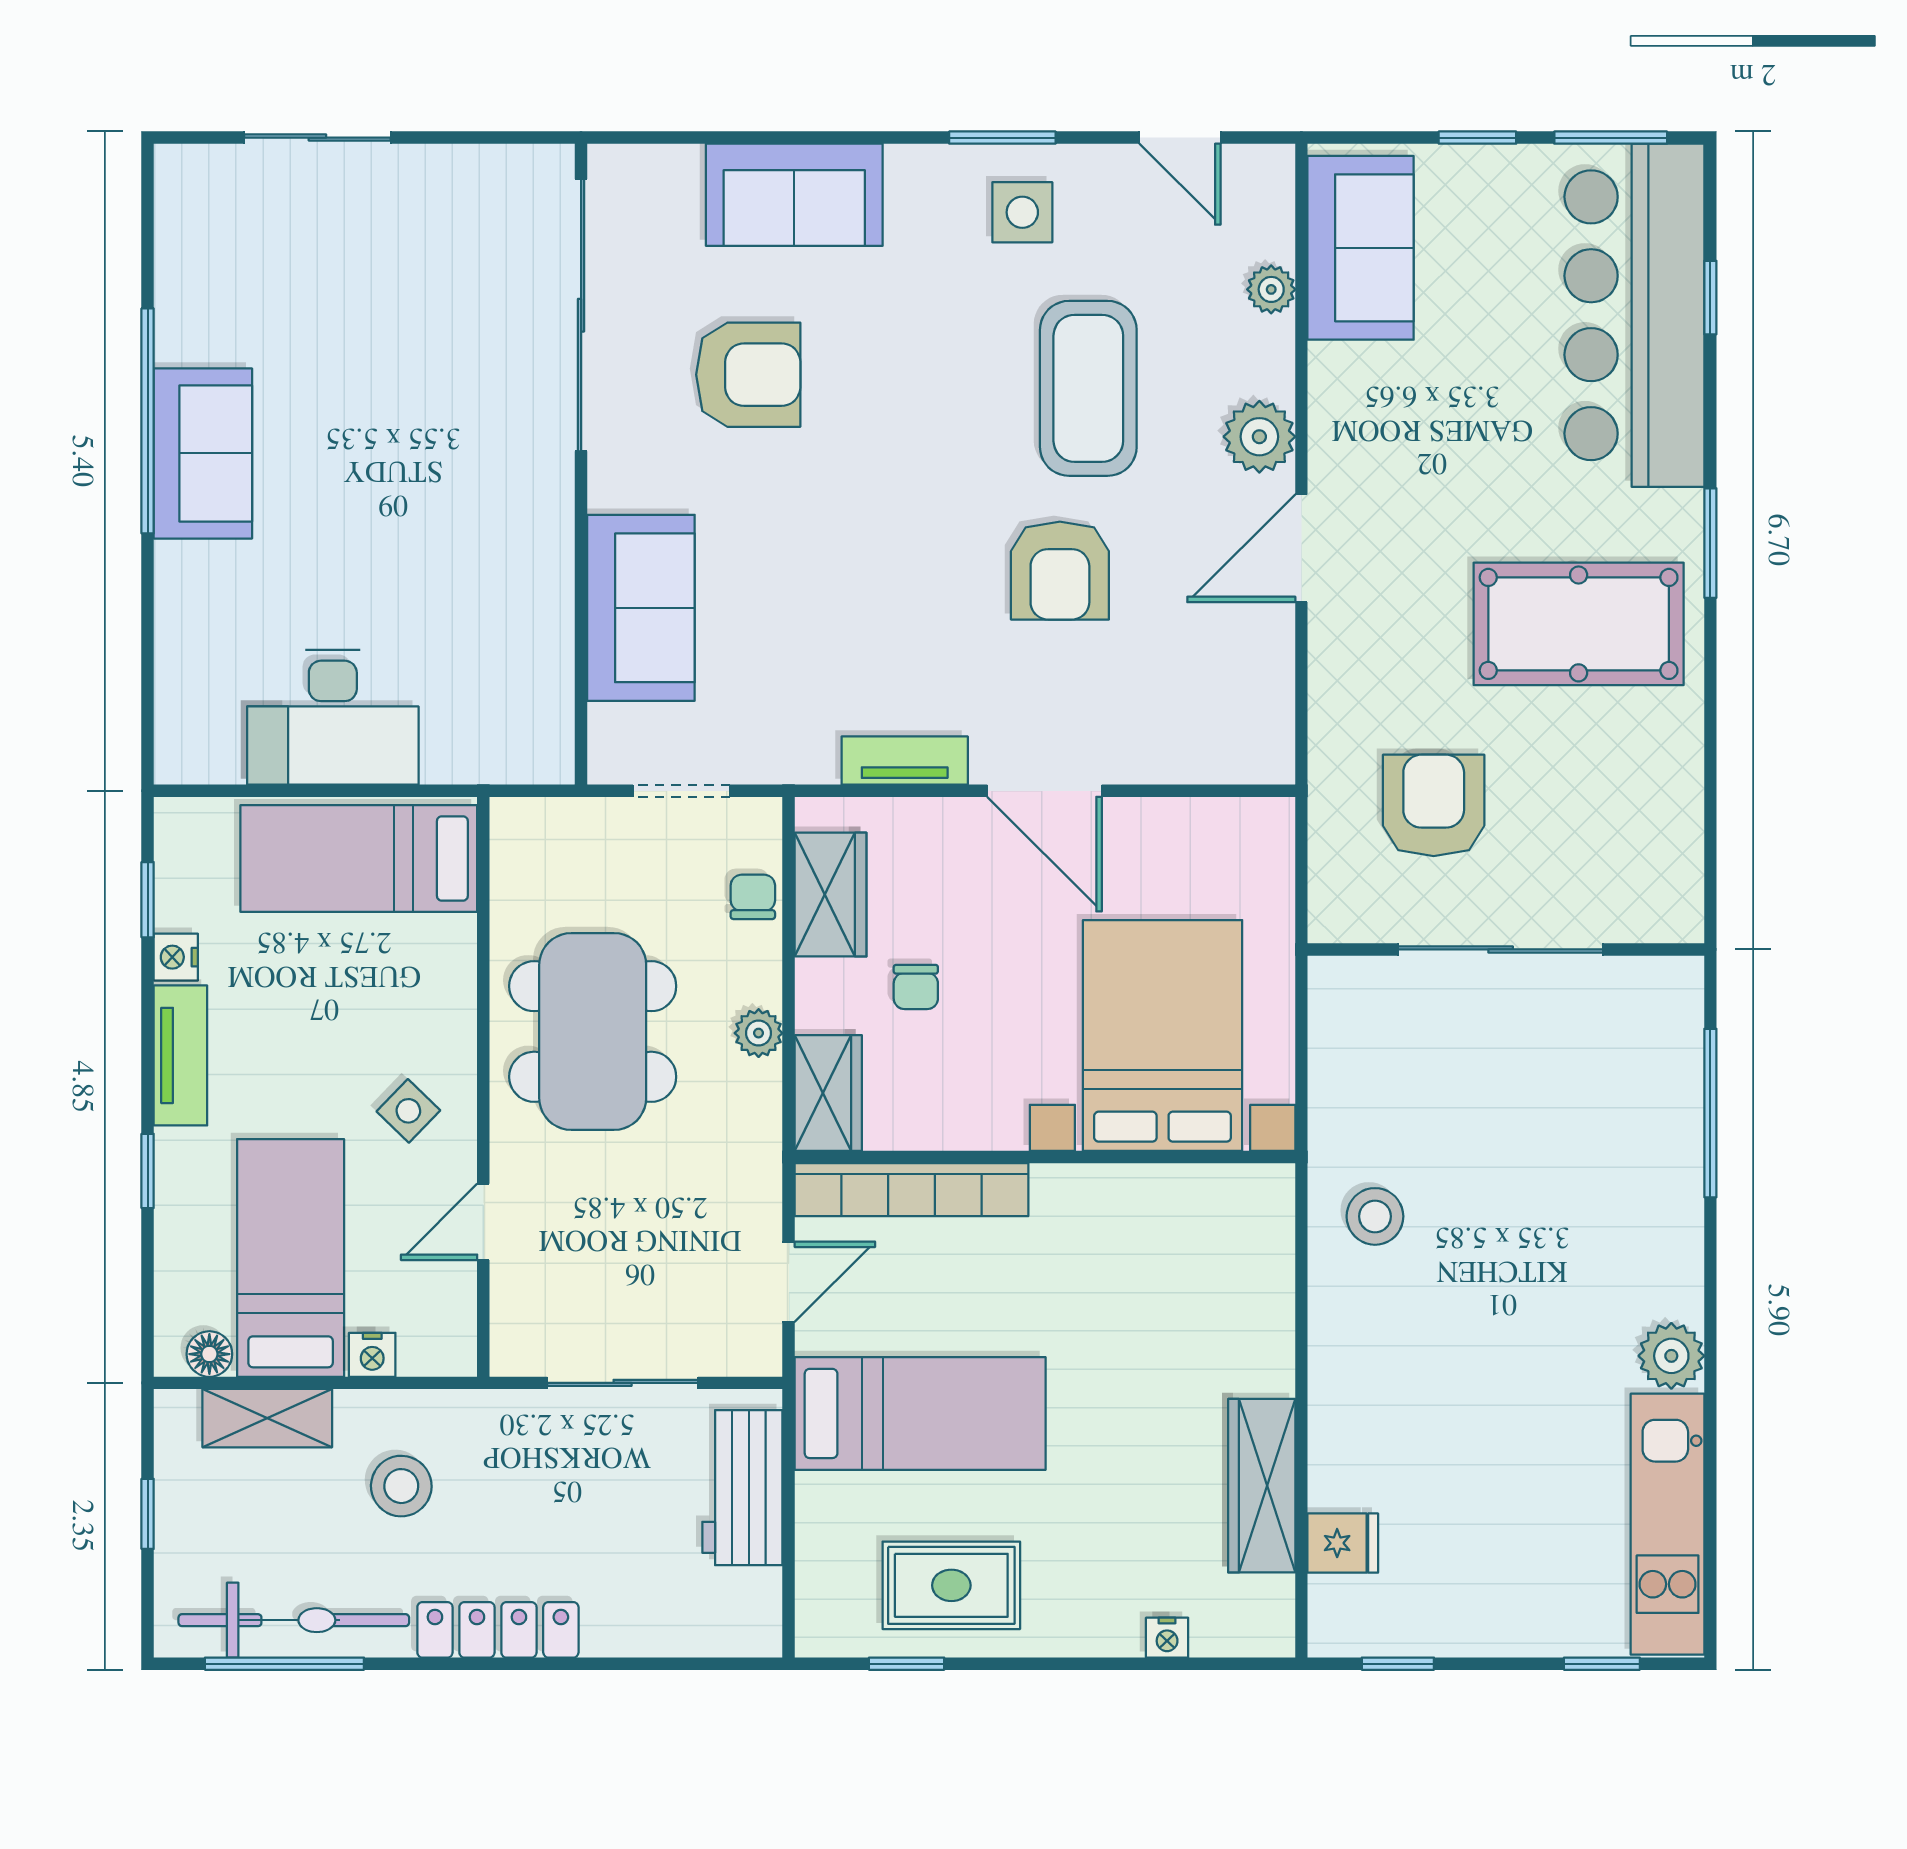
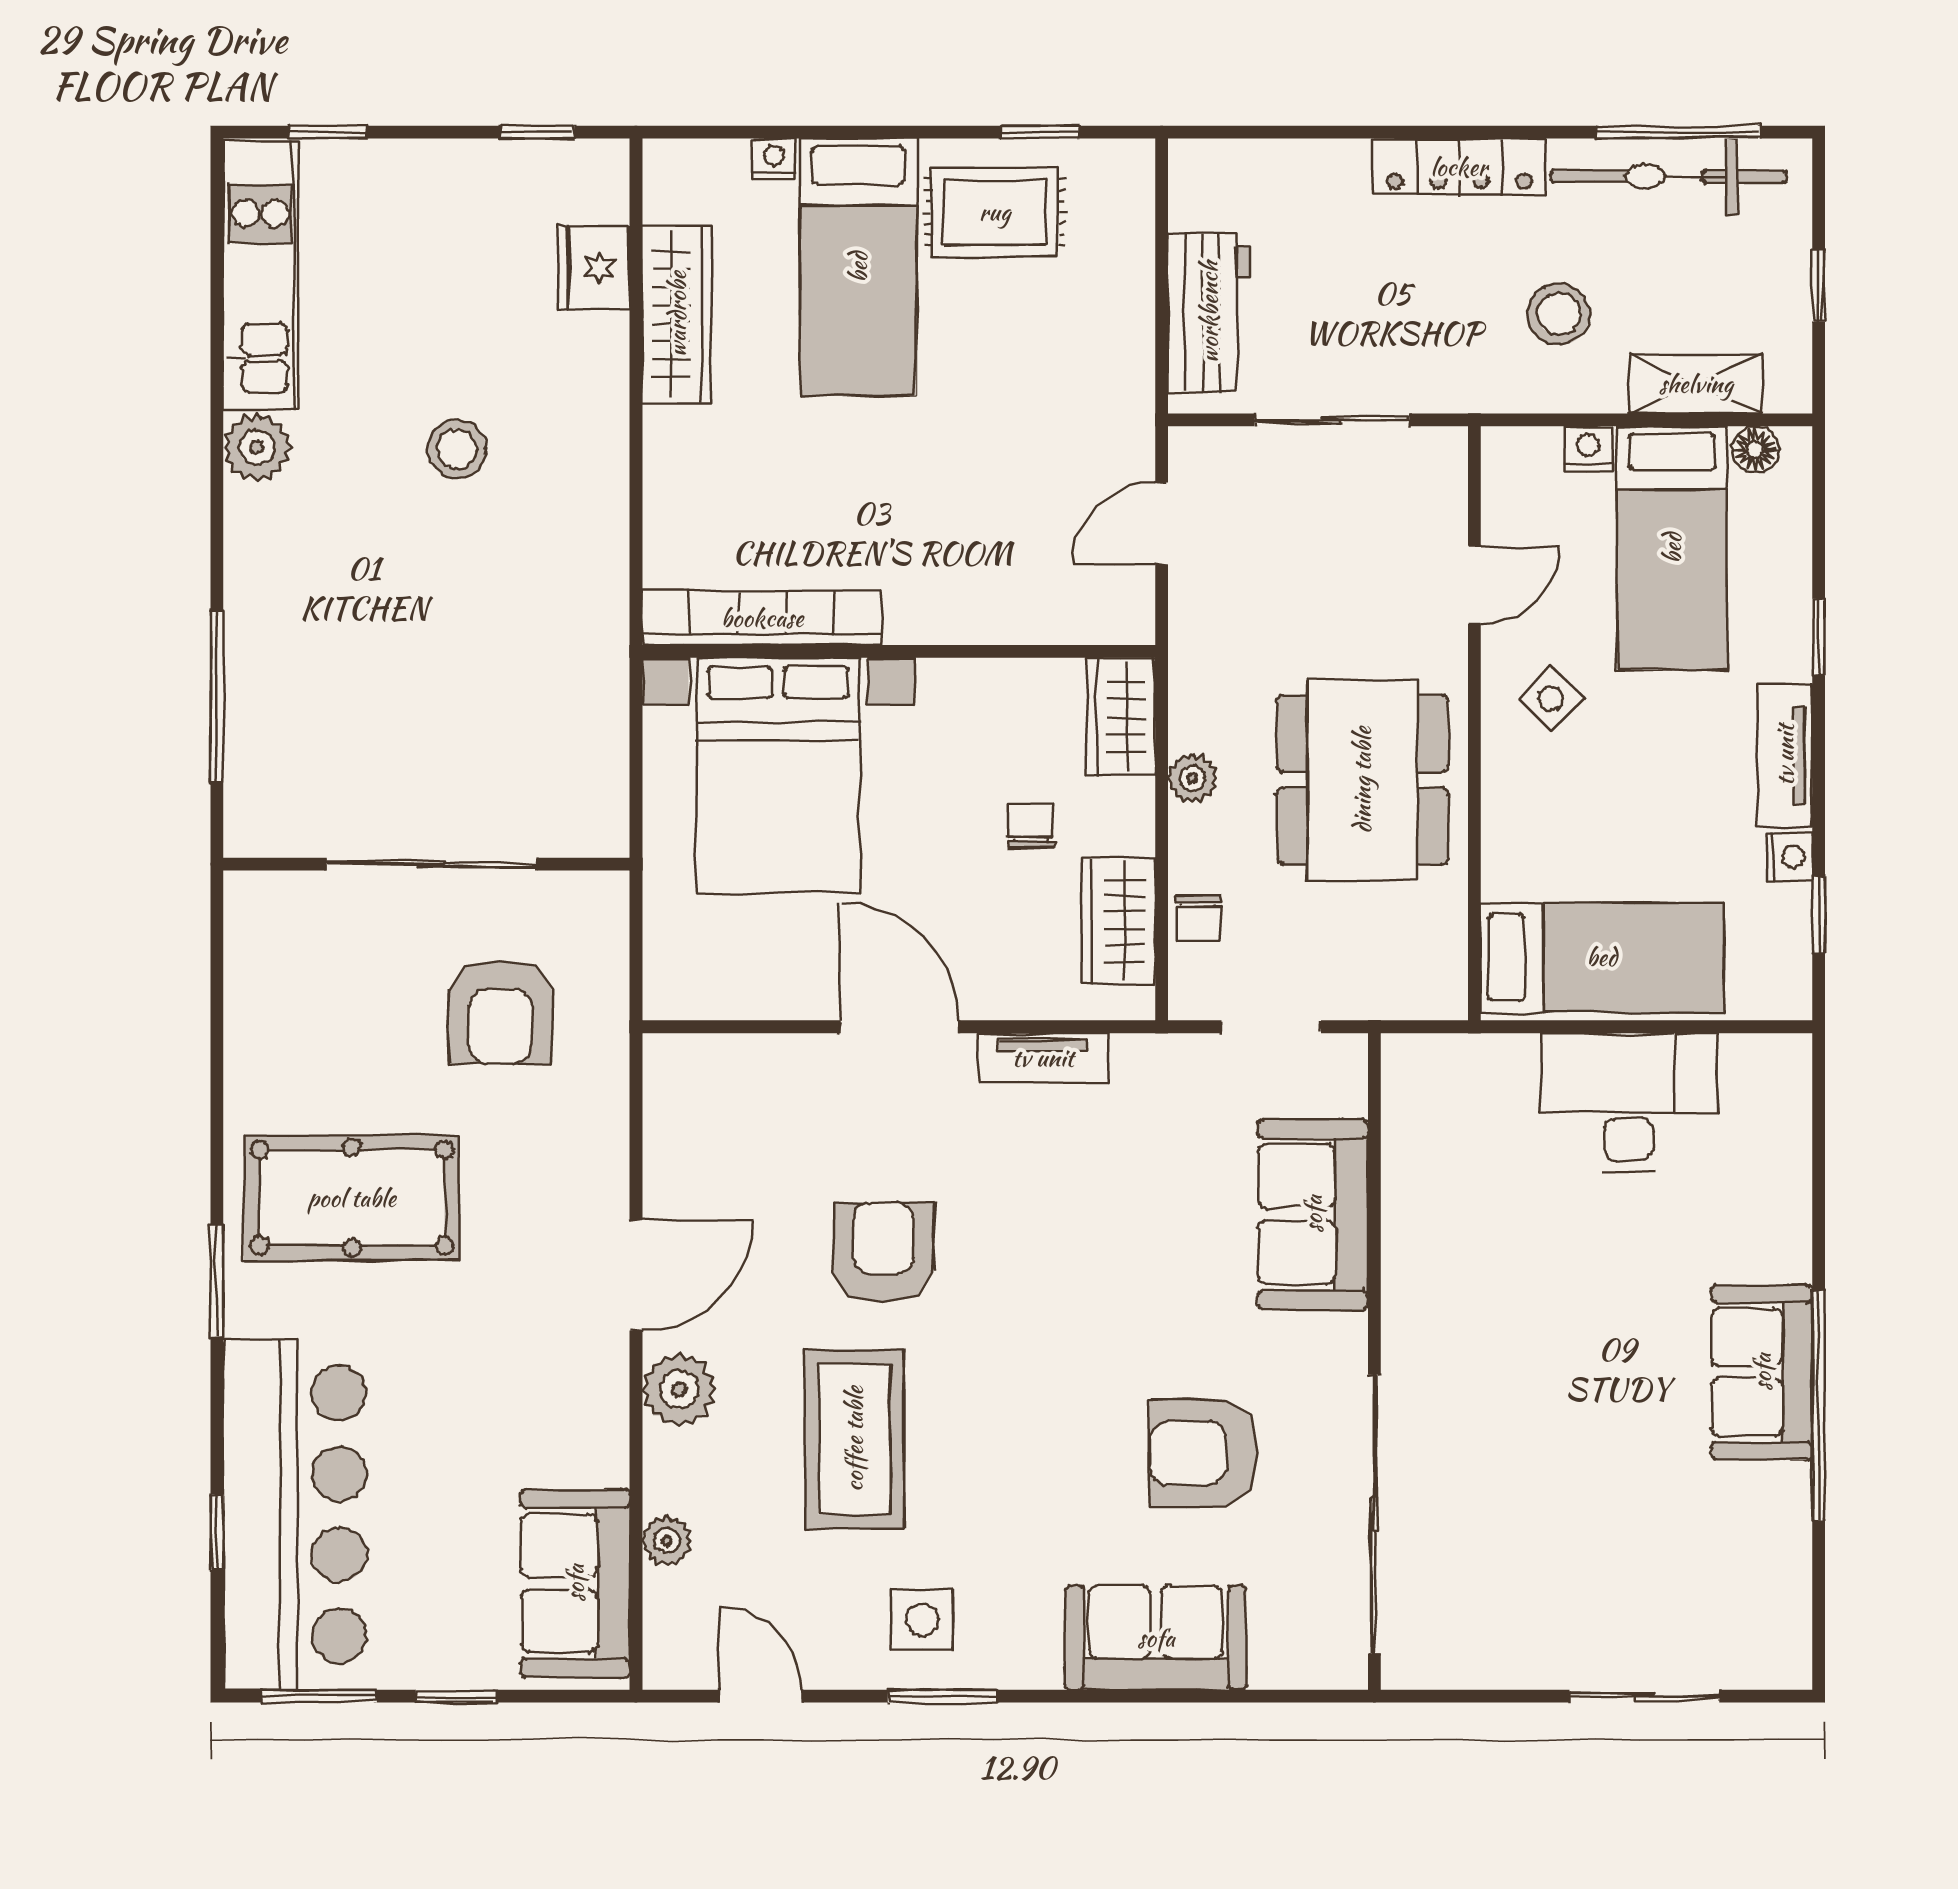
bookcase: (911, 1190) -> (762, 618), moved
stool: (1375, 1216) -> (457, 449), moved
bed: (920, 1413) -> (858, 267), moved, turned -90
fridge: (1343, 1543) -> (594, 267), width x1.38

